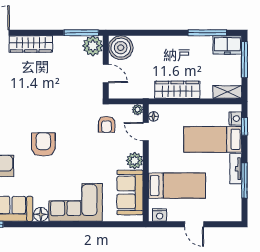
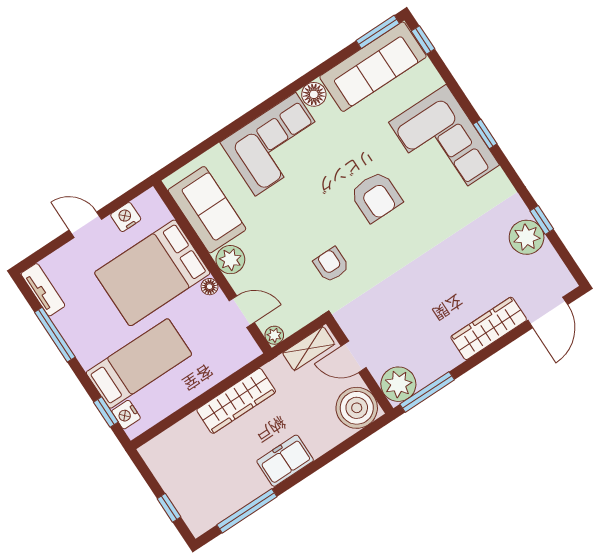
freezer: (227, 45) -> (285, 461), moved
window: (244, 59) -> (169, 508), width x0.46
shelving: (227, 92) -> (309, 349), moved
floor lamp: (154, 116) -> (210, 287), moved
armchair: (106, 124) -> (331, 265), moved
tv unit: (236, 169) -> (43, 290), moved
bed: (177, 186) -> (152, 273), width x1.50
nightstand: (160, 215) -> (126, 217), moved

